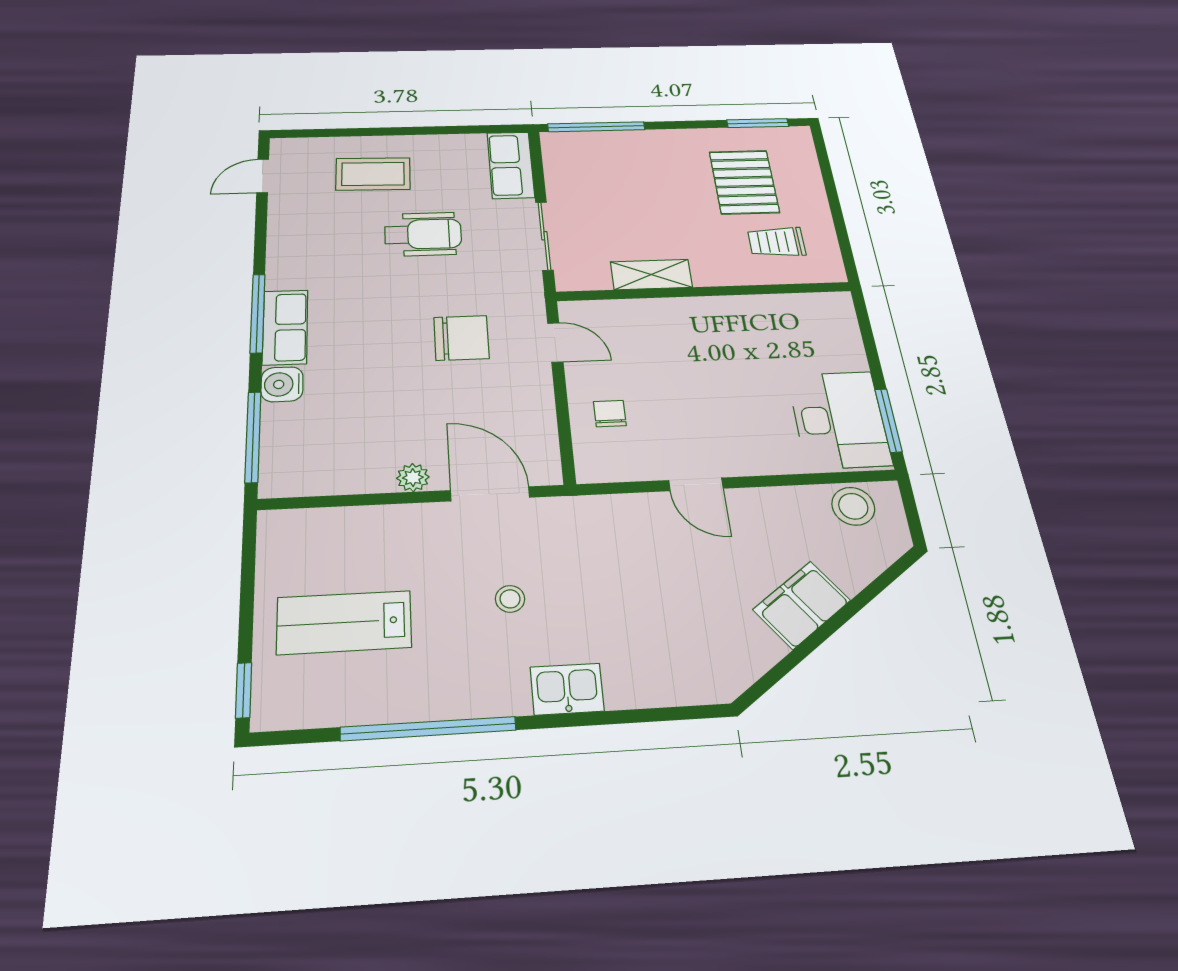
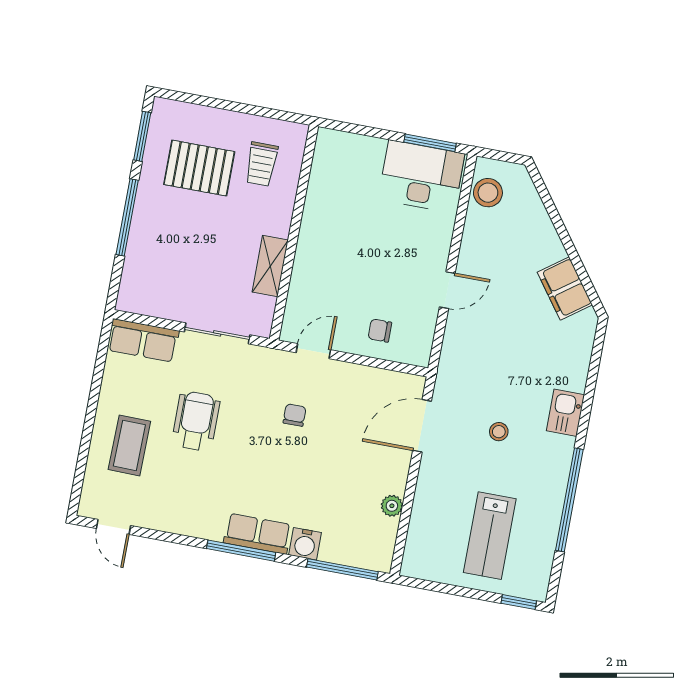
window: (596, 127) -> (127, 217), moved
chair: (461, 338) -> (295, 415), width x0.54, depth x0.54
plant: (413, 478) -> (392, 506), moved
filing cabinet: (802, 605) -> (565, 288), moved

